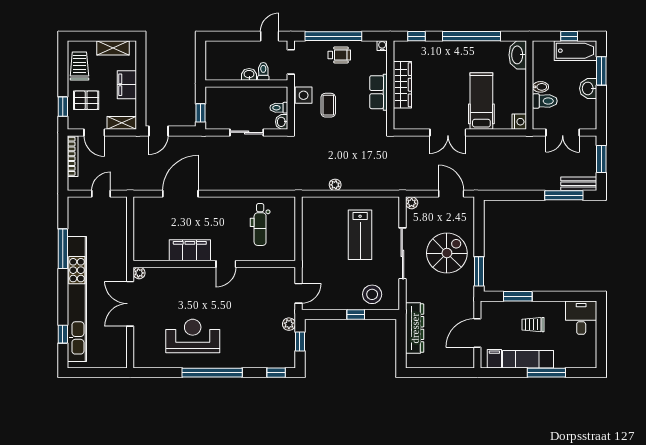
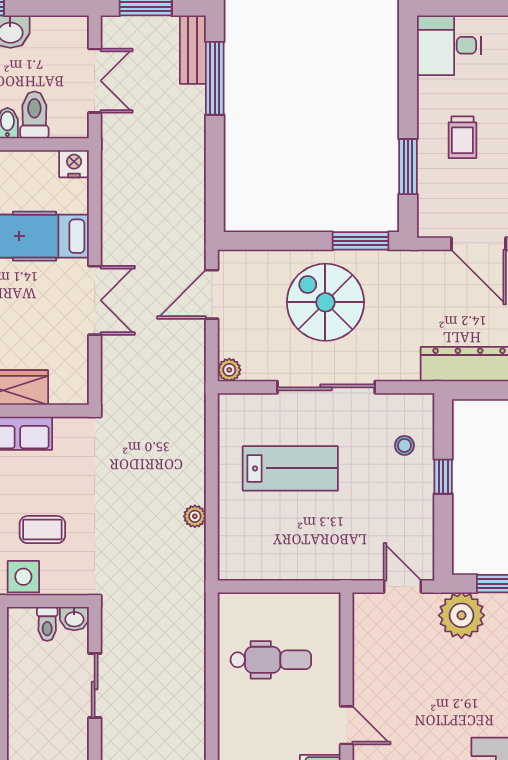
stool: (372, 294) -> (404, 445), width x0.53, depth x0.53
plant: (289, 324) -> (461, 615), width x1.88, depth x1.88

